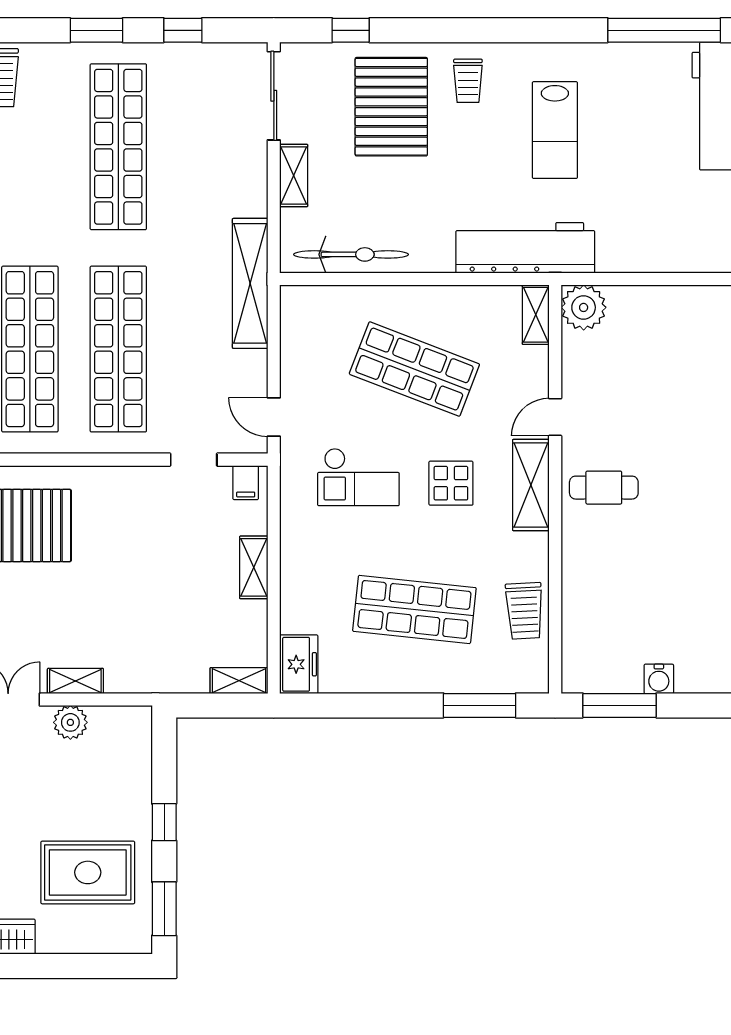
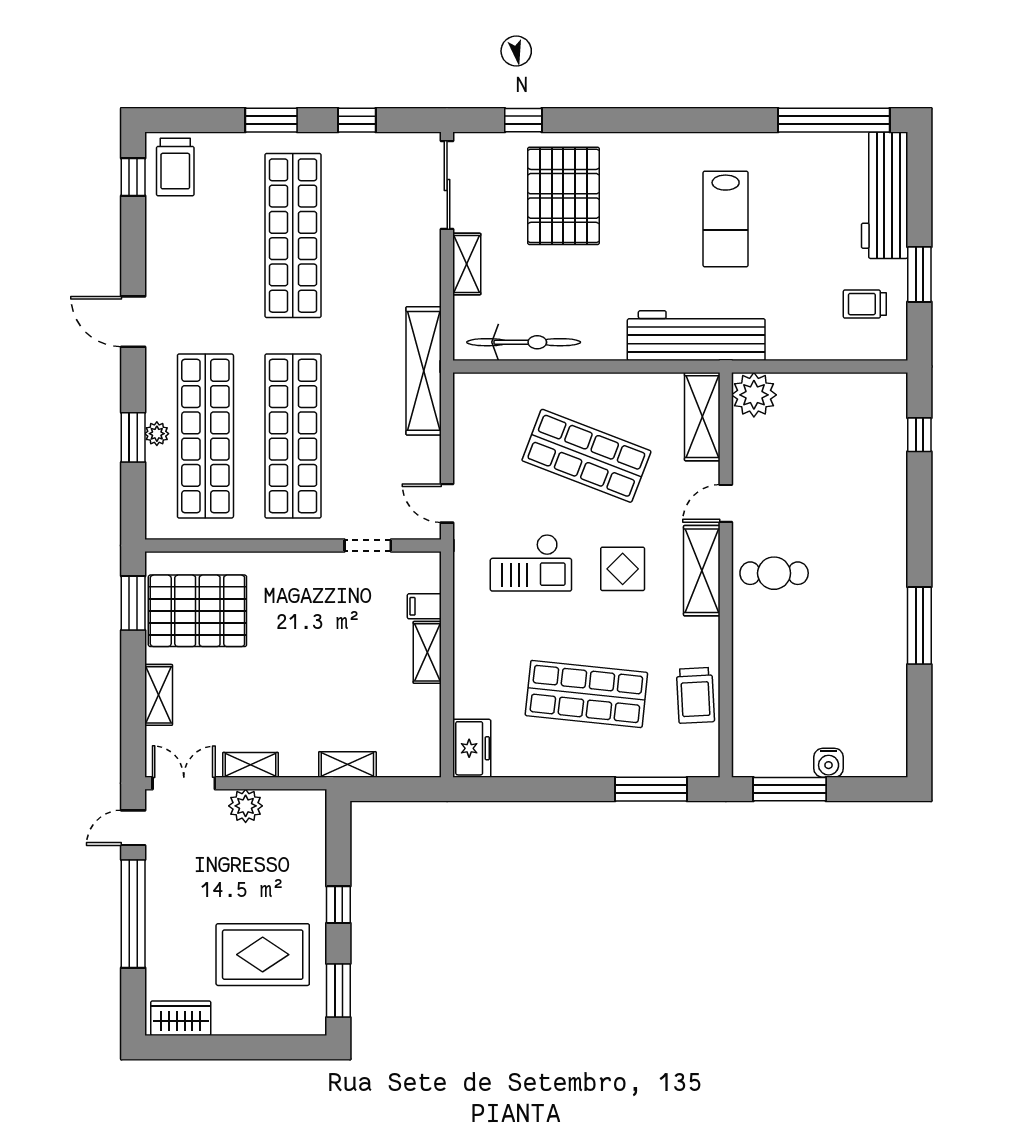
trolley: (468, 81) -> (865, 304), moved, turned 90
shelving: (536, 315) -> (702, 417), width x1.50, depth x1.33
filing cabinet: (246, 483) -> (424, 606), moved, turned 90
shelving: (239, 681) -> (347, 764), moved

